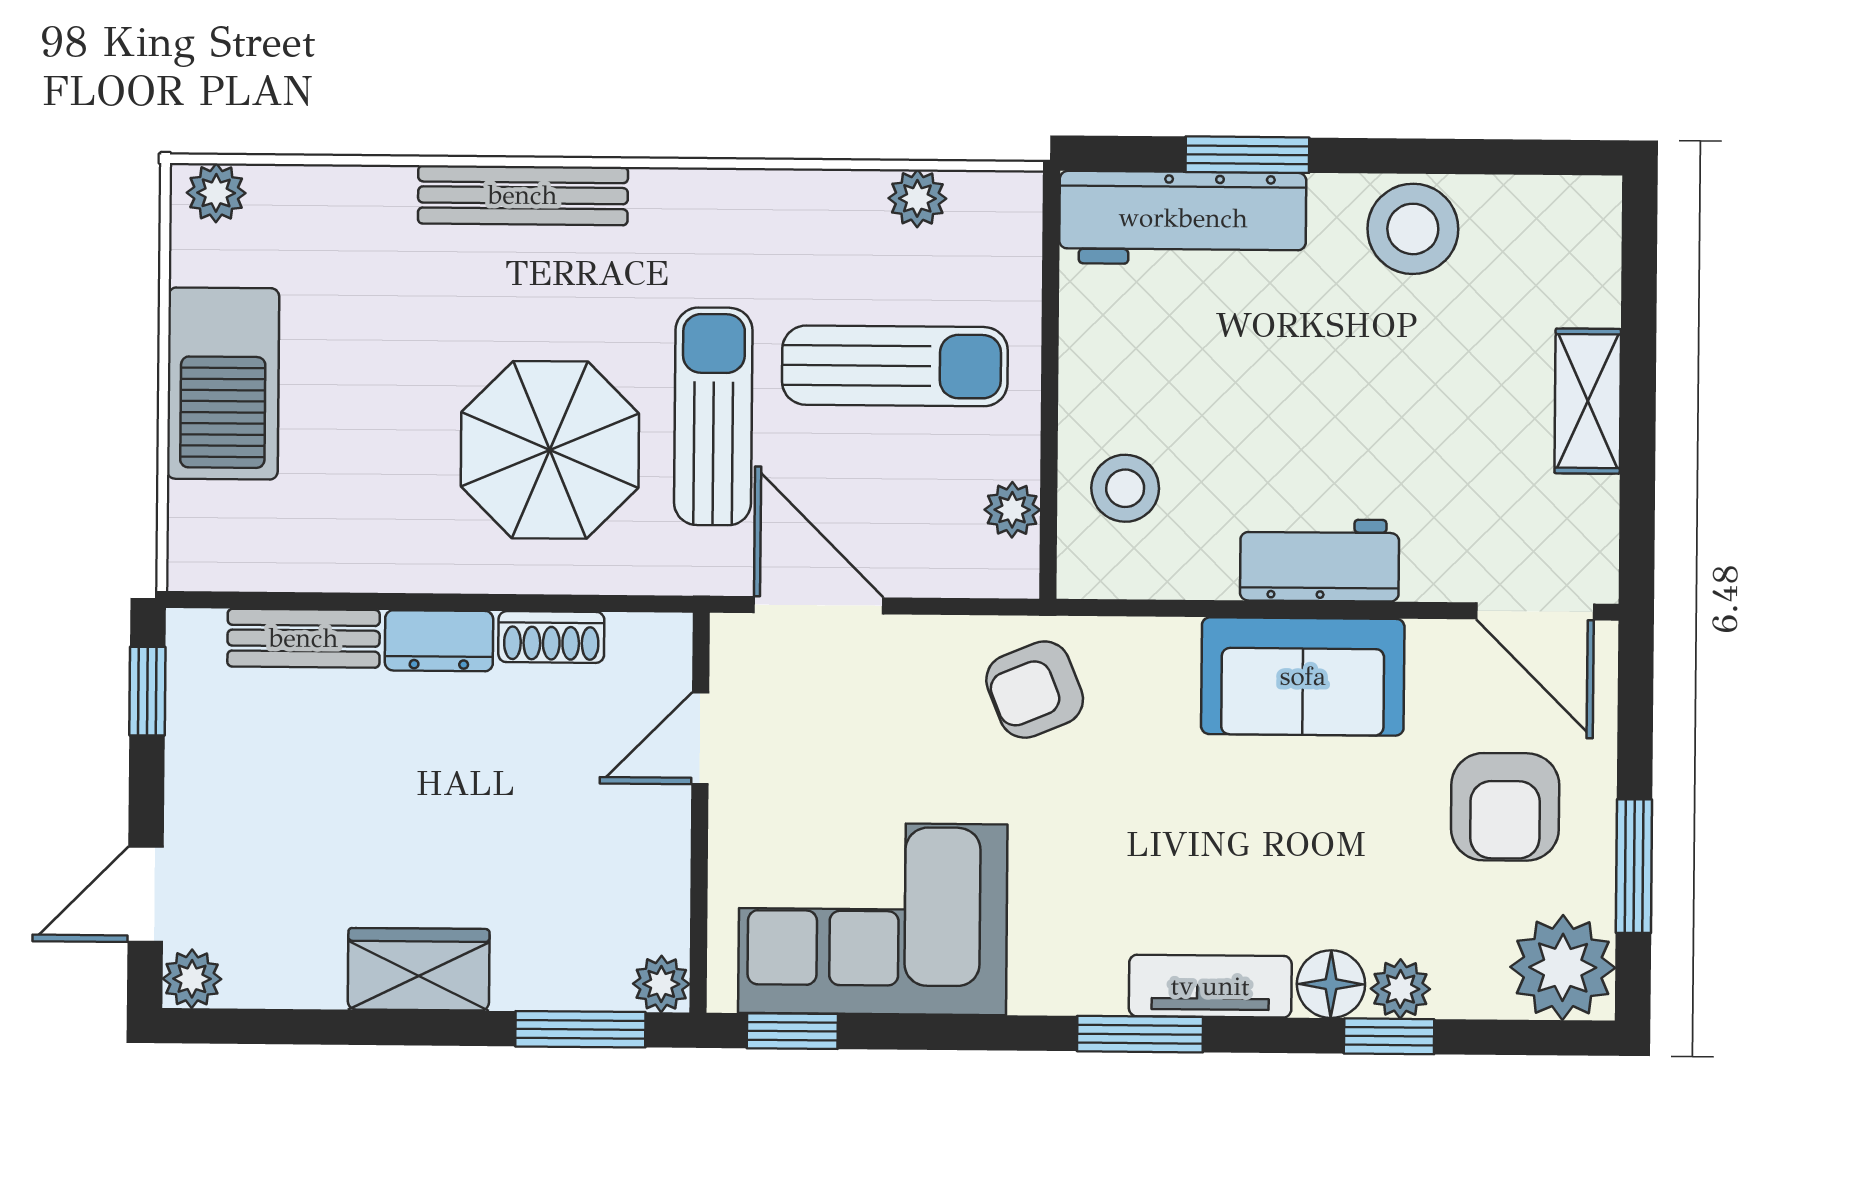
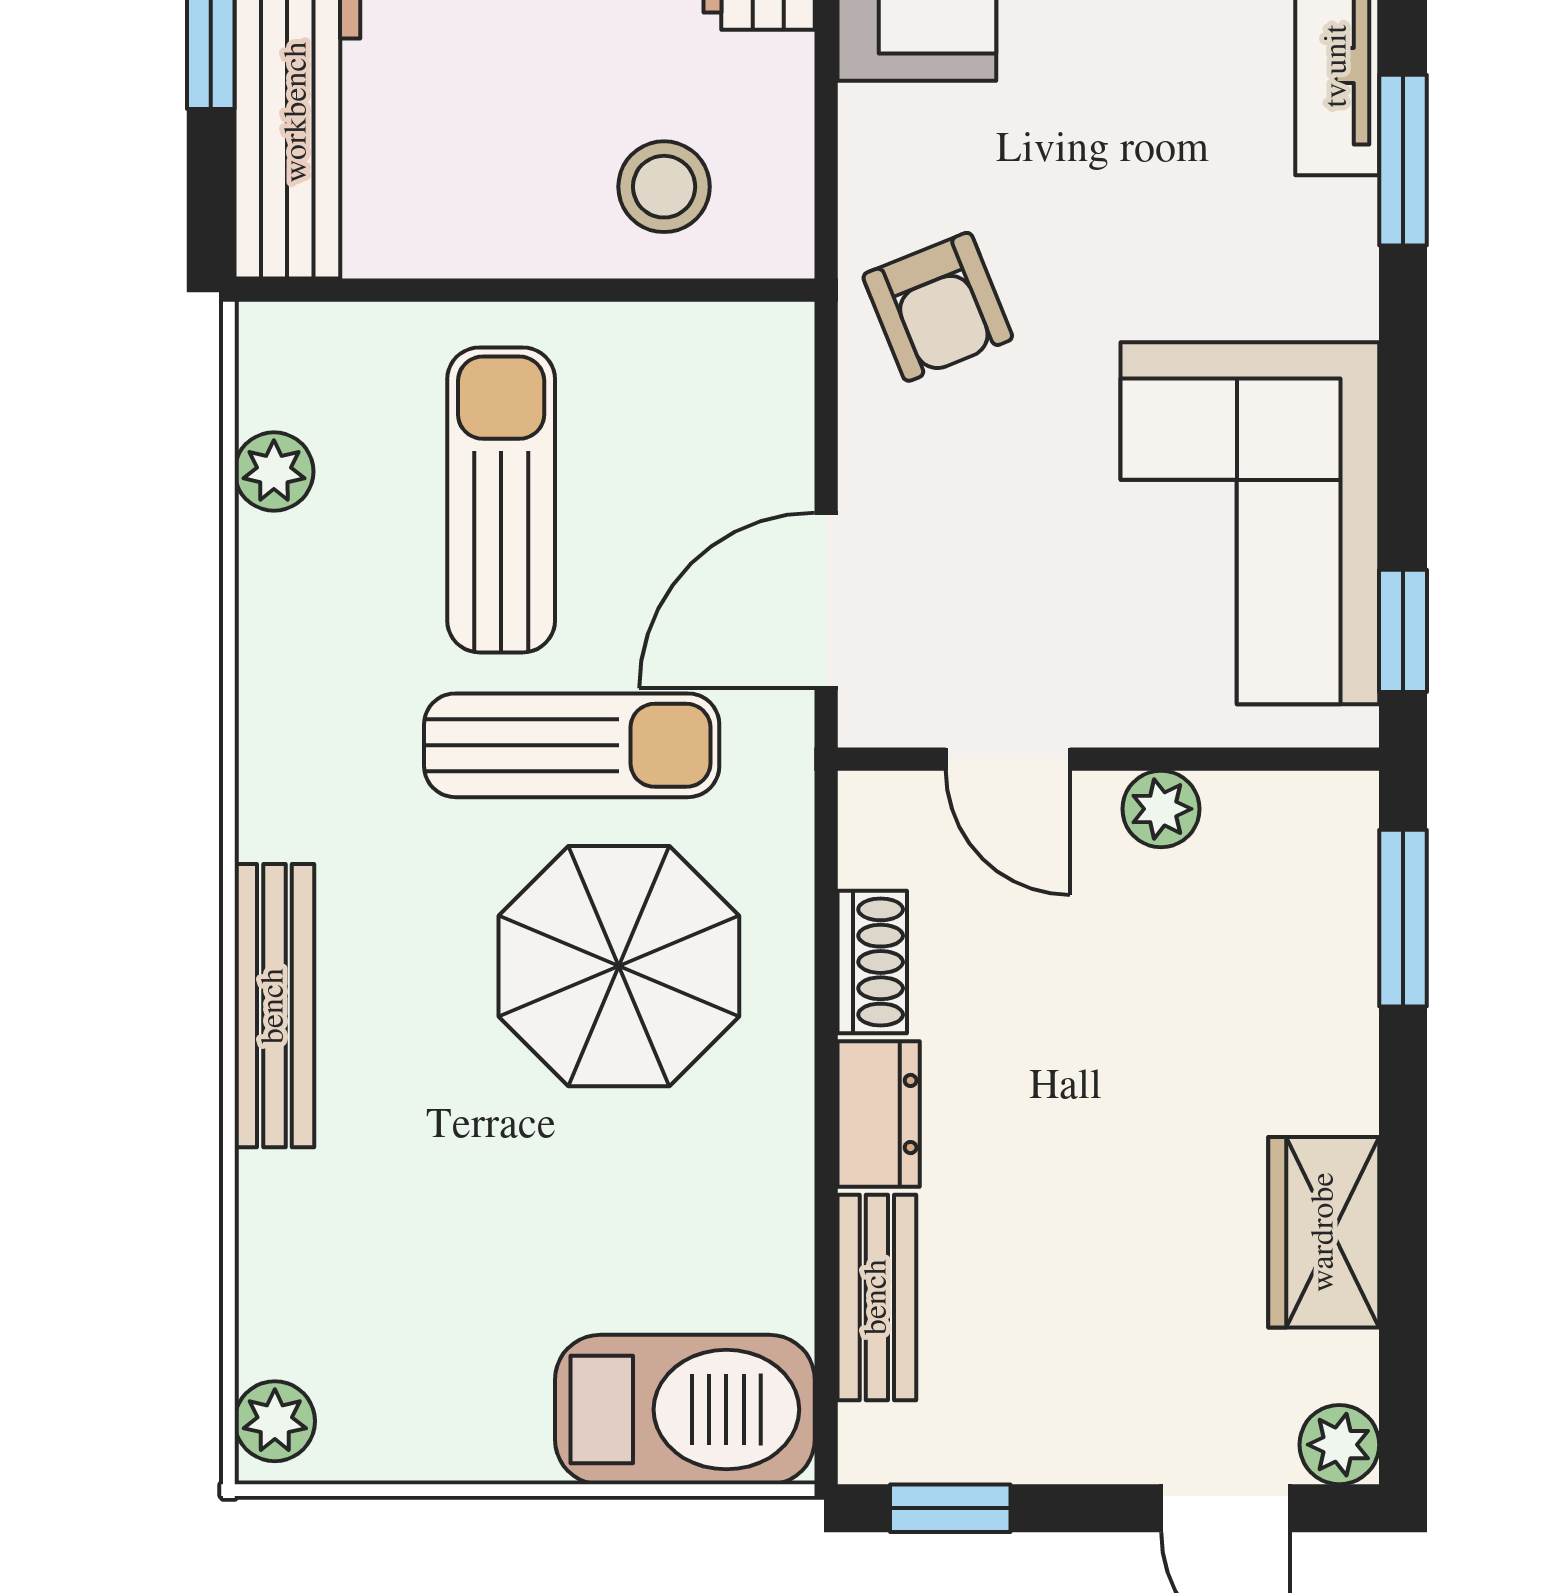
barbecue: (223, 383) -> (685, 1410), moved
sun lounger: (713, 416) -> (572, 745), turned 180
plant: (1012, 510) -> (694, 339), removed
wardrobe: (419, 969) -> (1324, 1232), moved
plant: (661, 984) -> (1161, 809), moved

